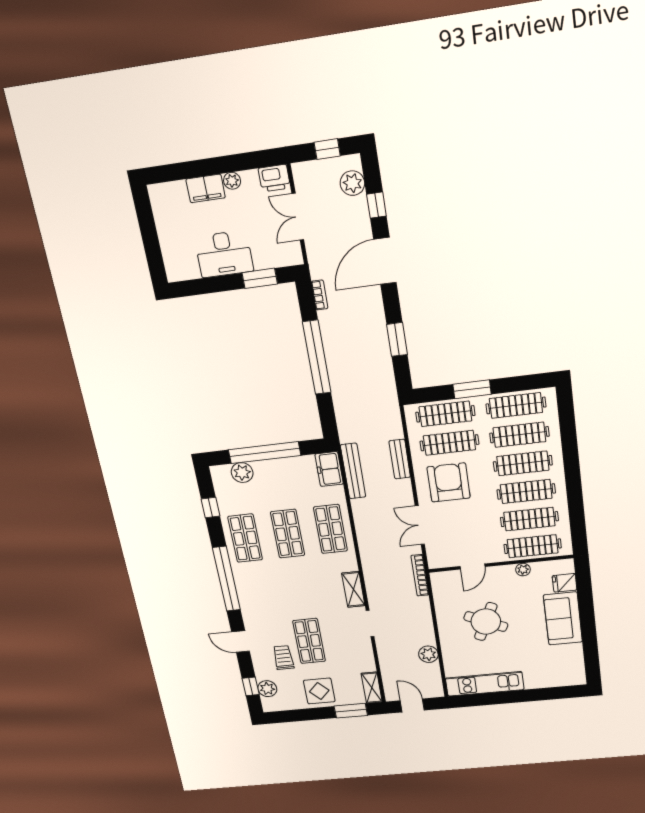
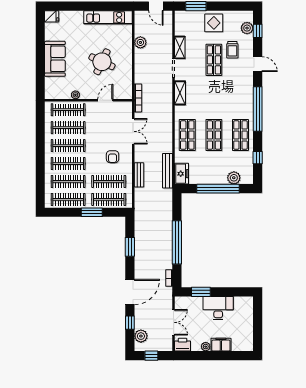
armchair: (449, 482) -> (113, 157), width x0.53, depth x0.53
fridge: (565, 583) -> (52, 16), moved
shelving: (372, 688) -> (180, 47), moved

